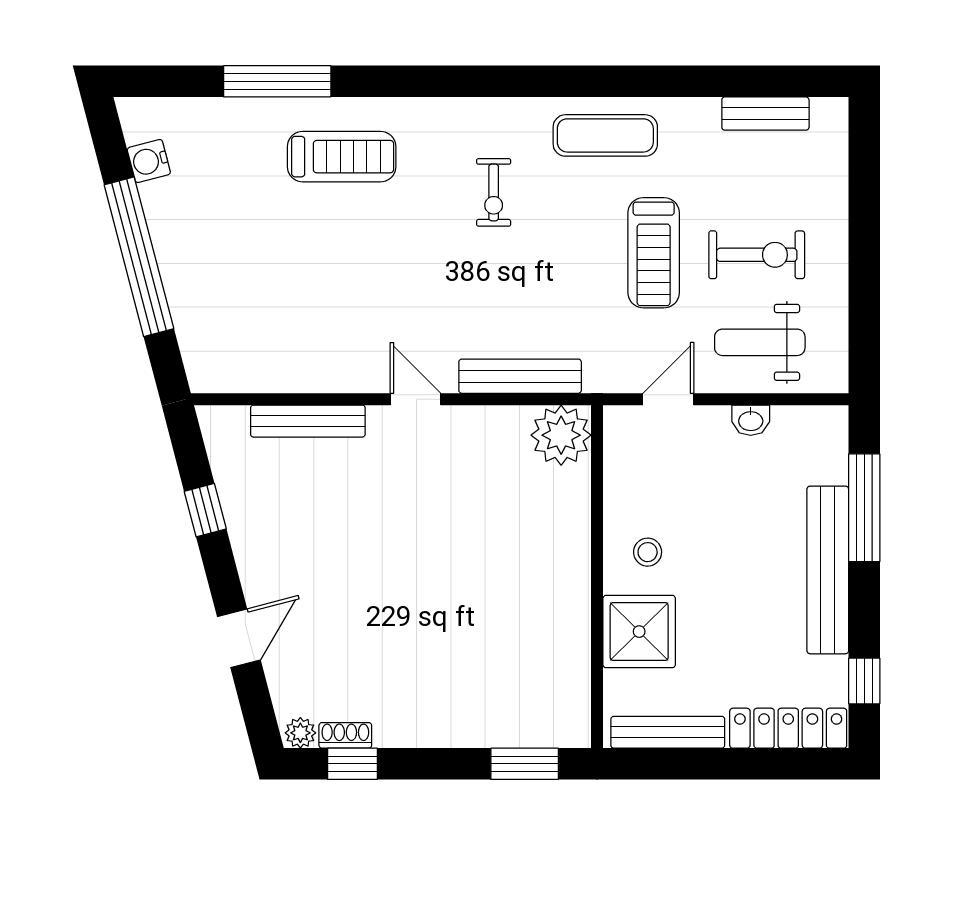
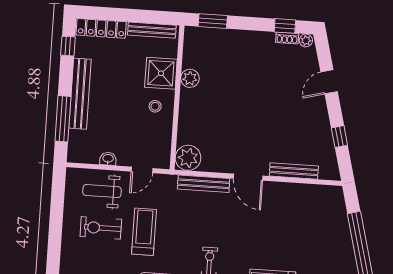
weight bench: (760, 342) -> (102, 191), turned 180
door: (416, 399) -> (248, 177), width x1.38
plant: (569, 624) -> (190, 78), added

